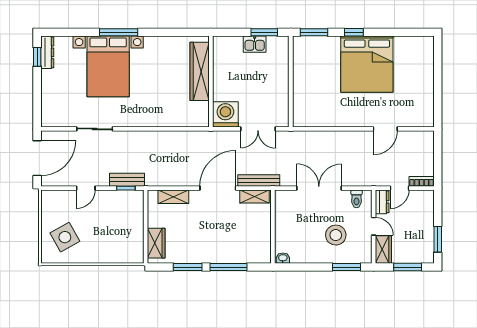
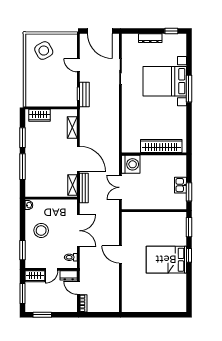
dresser: (47, 52) -> (150, 38), moved
bed: (367, 64) -> (166, 260), width x0.73
door: (385, 129) -> (120, 254), moved
stool: (336, 235) -> (41, 230), moved

